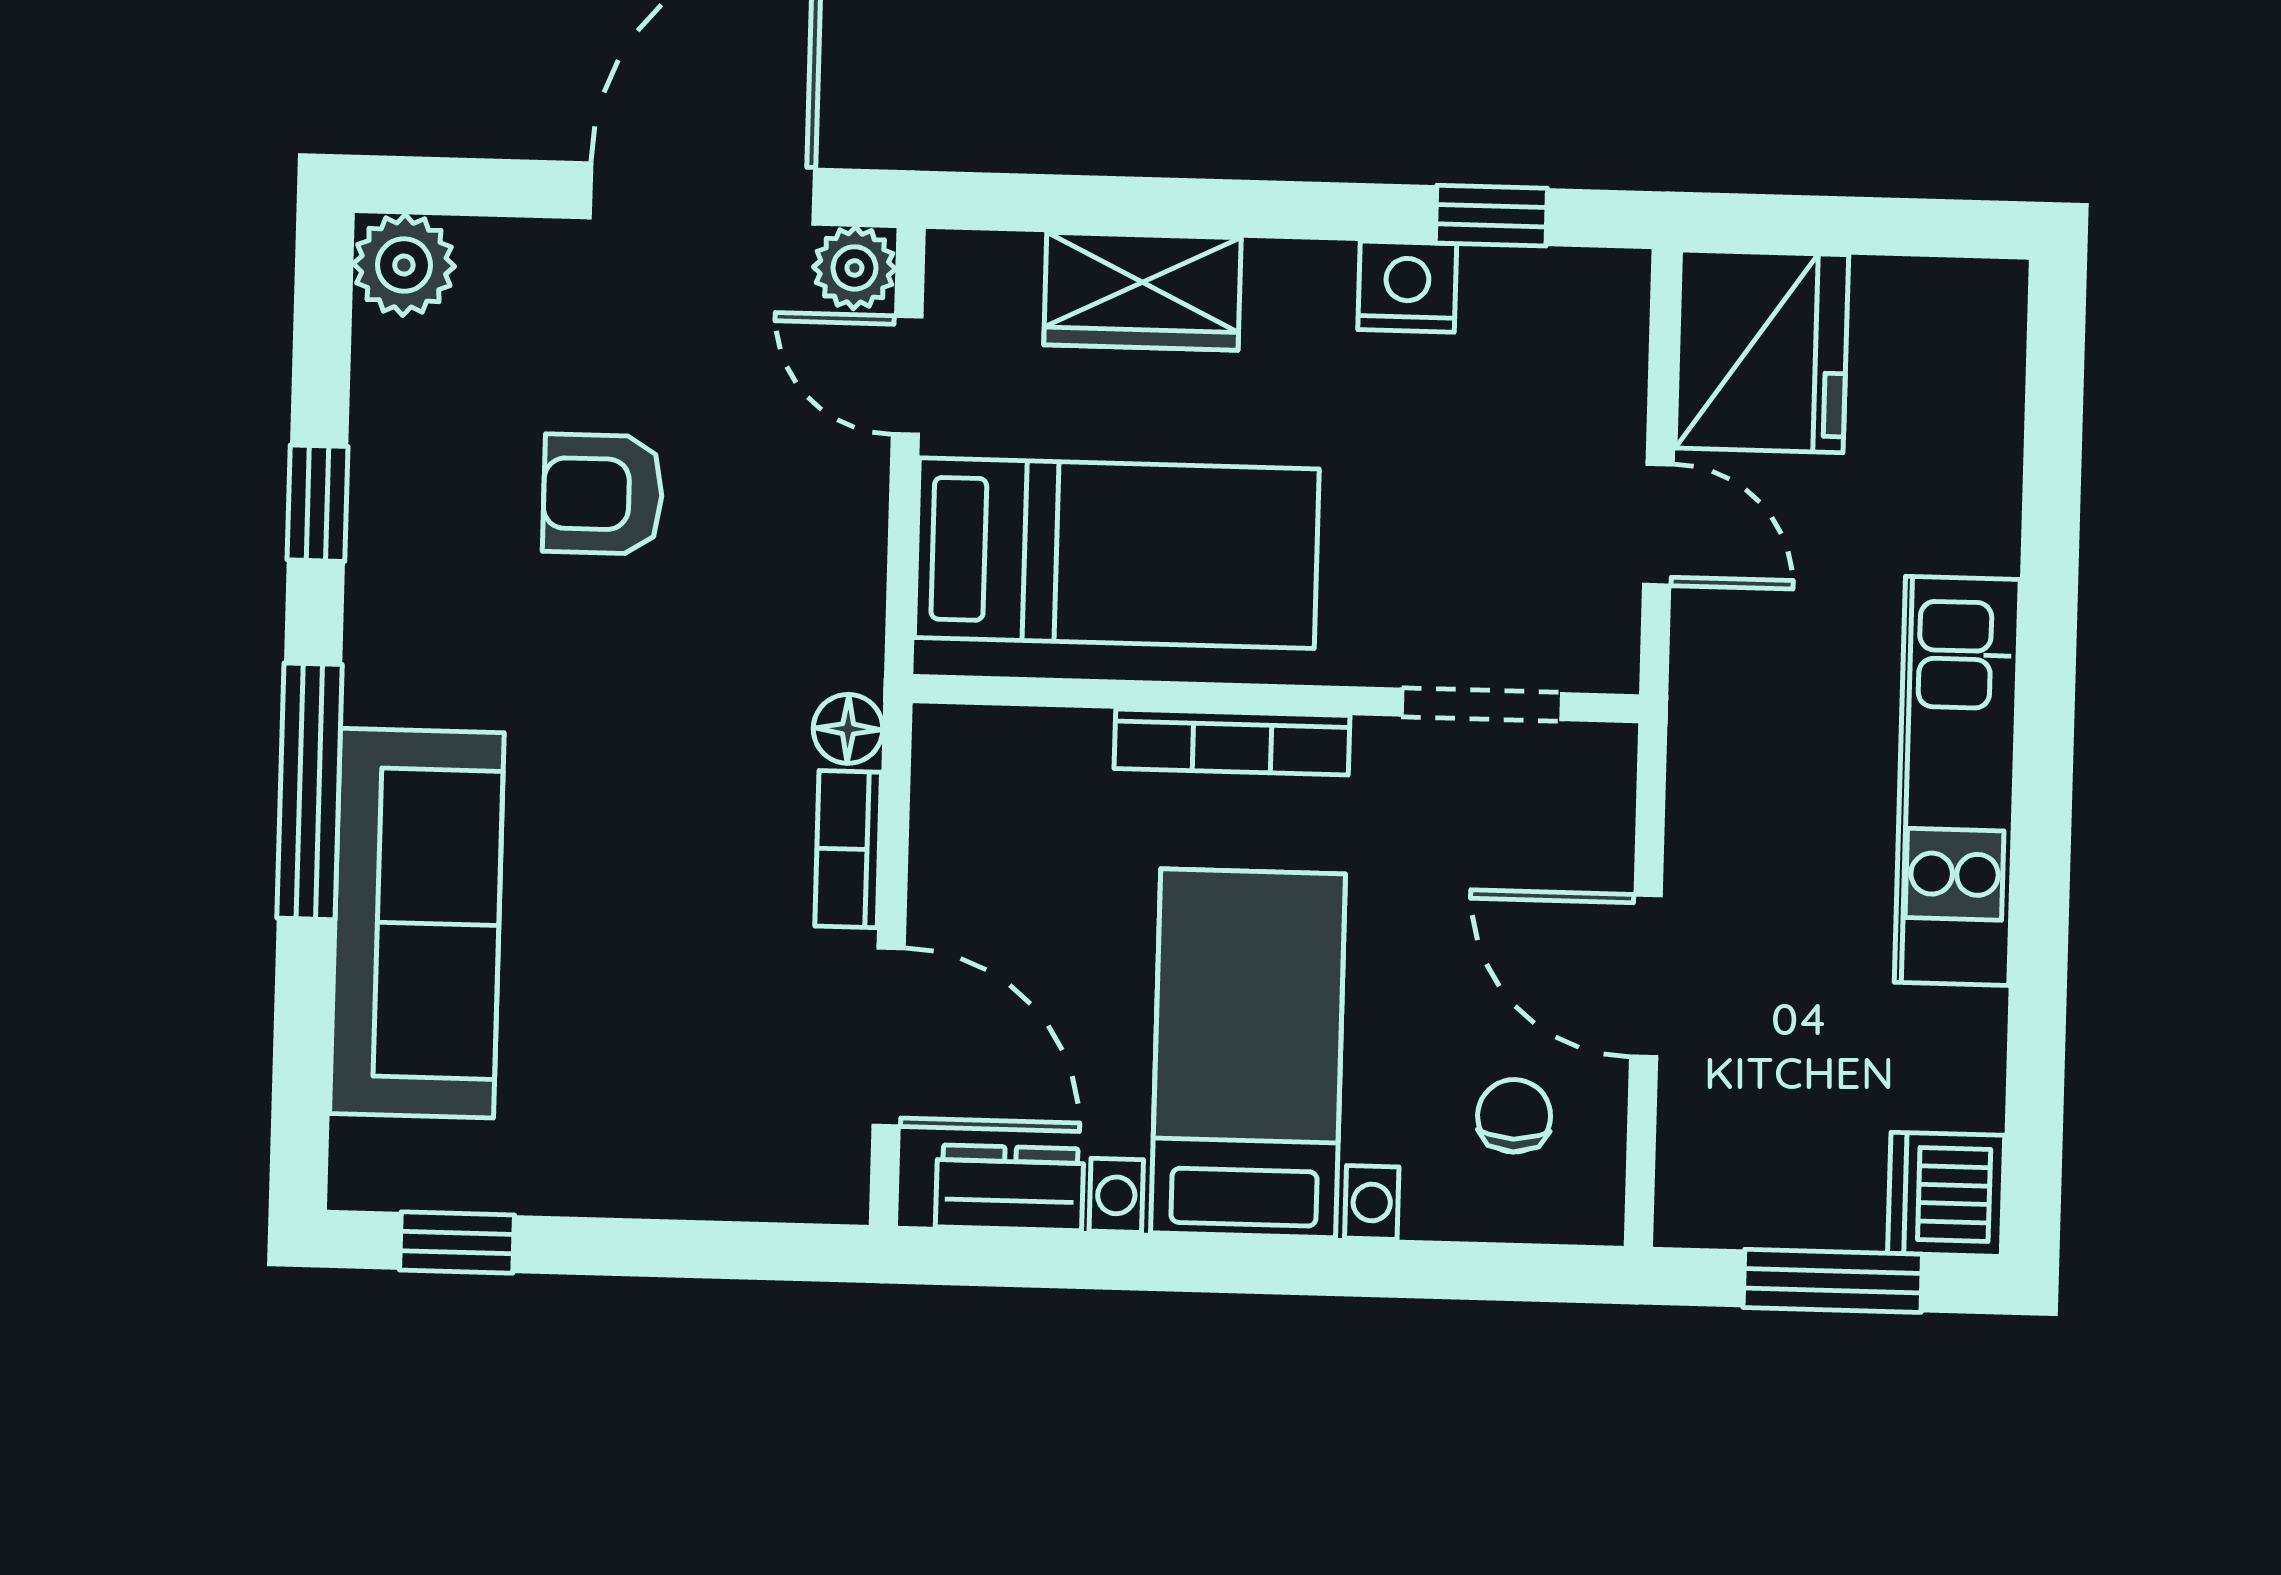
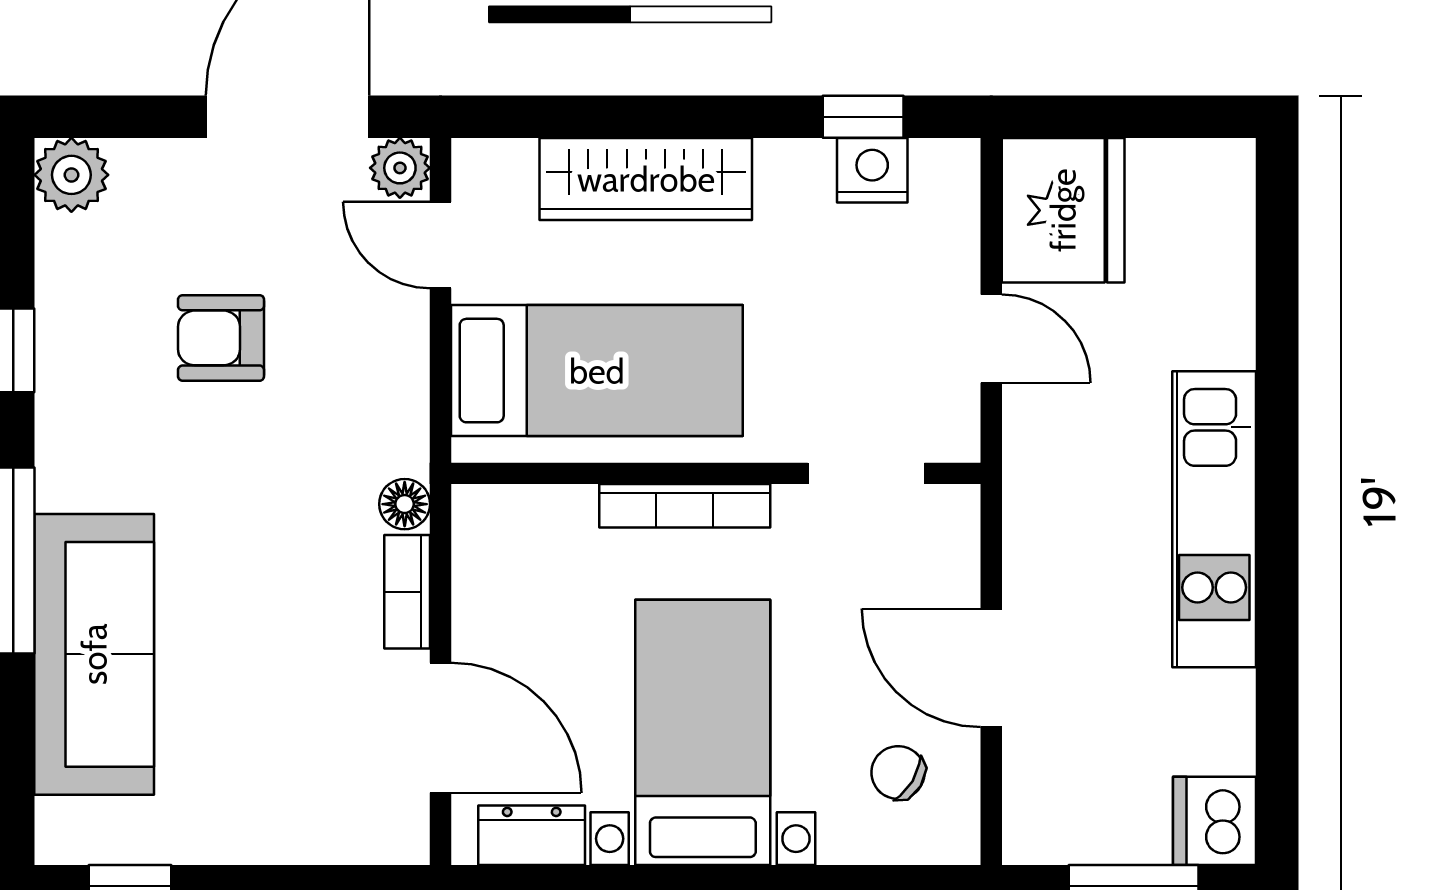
nightstand: (1407, 287) -> (872, 170), moved
wardrobe: (1142, 291) -> (646, 179), width x1.50
chair: (1514, 1116) -> (898, 773), turned -59

